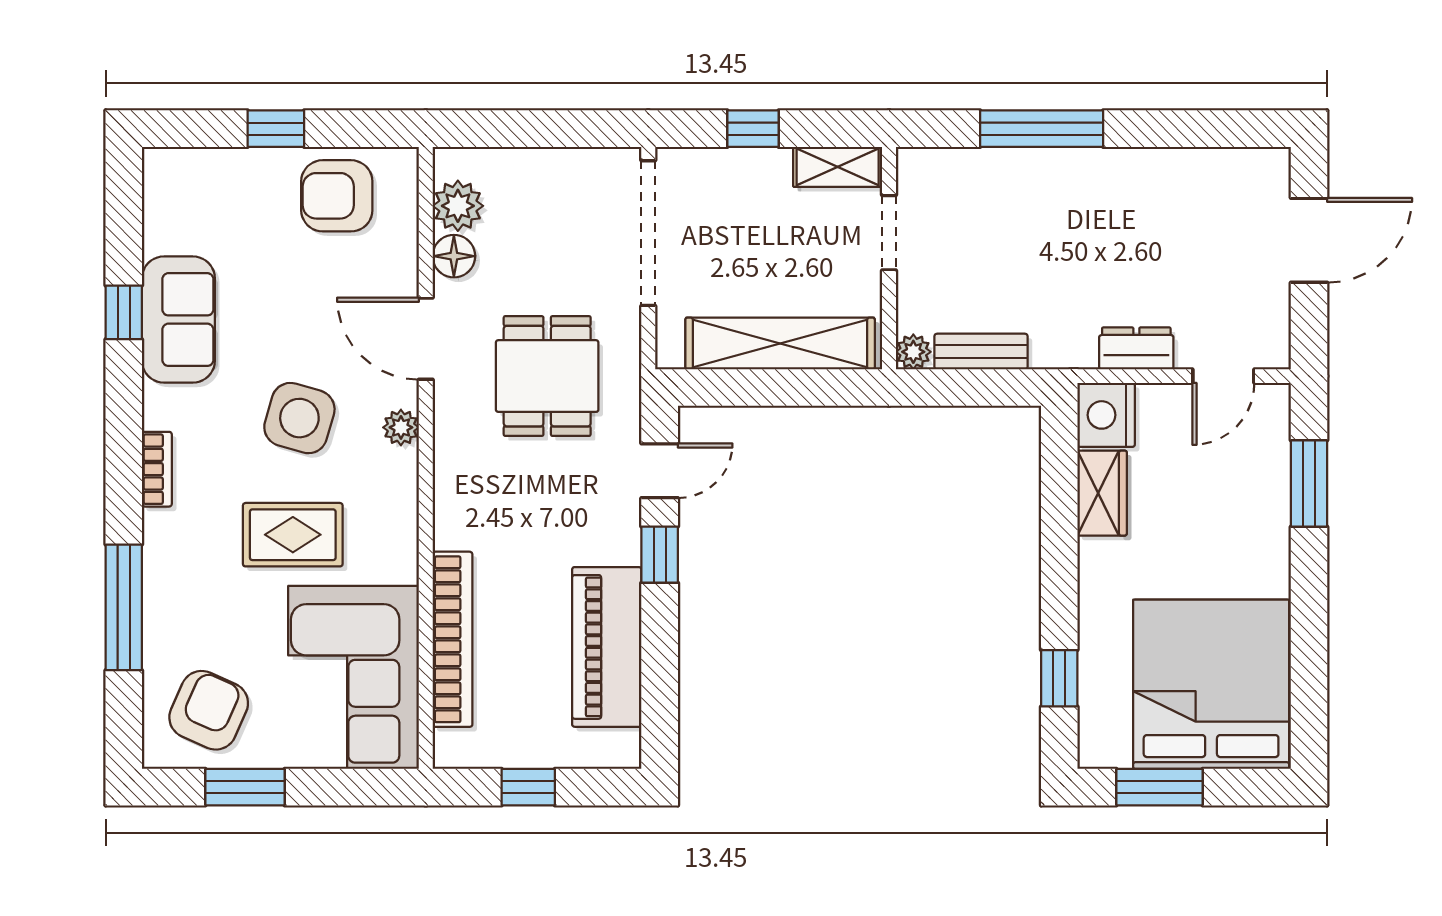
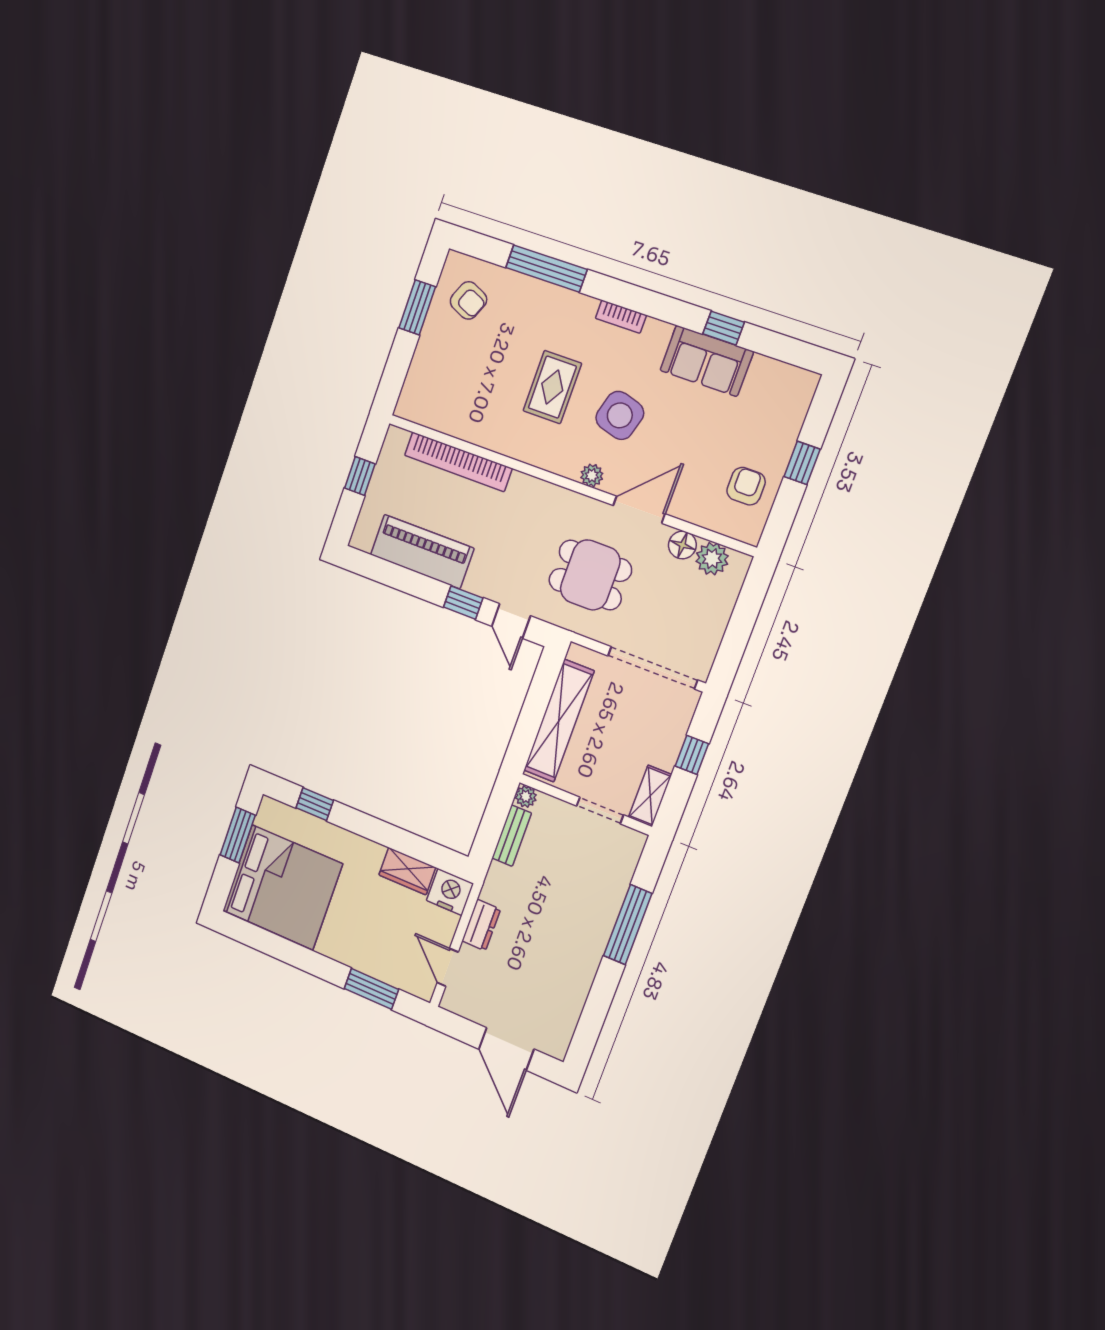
armchair: (337, 196) -> (746, 486), width x0.72, depth x0.72
corner sofa: (354, 677) -> (457, 395), removed
armchair: (209, 710) -> (469, 300), width x0.72, depth x0.72

